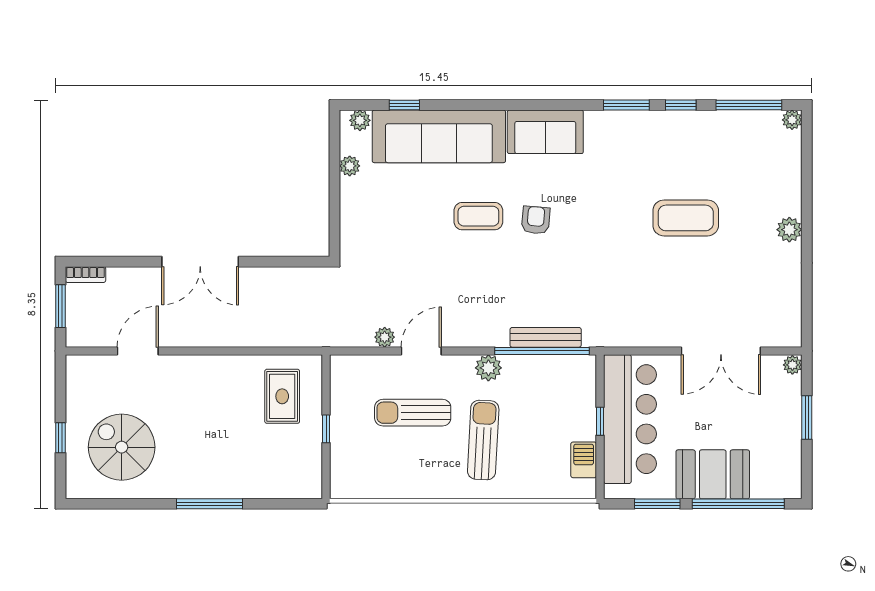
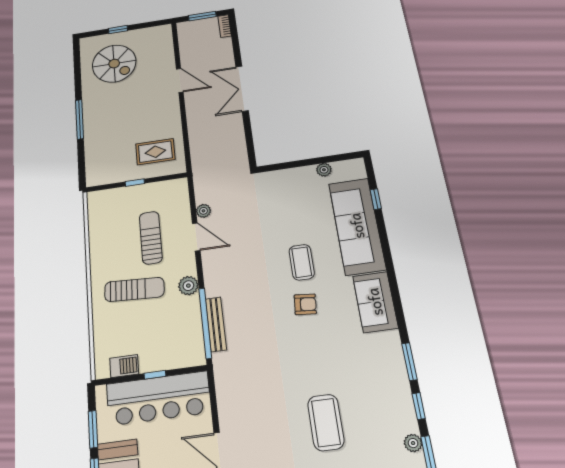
plant: (360, 120) -> (413, 443), moved
door: (138, 351) -> (180, 80), moved
spiral stairs: (122, 447) -> (114, 64), turned 90

